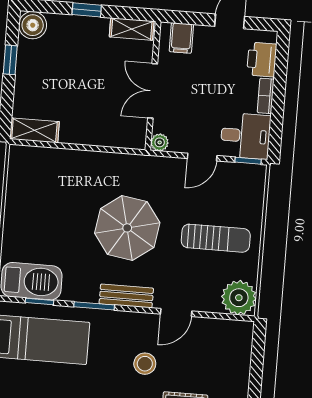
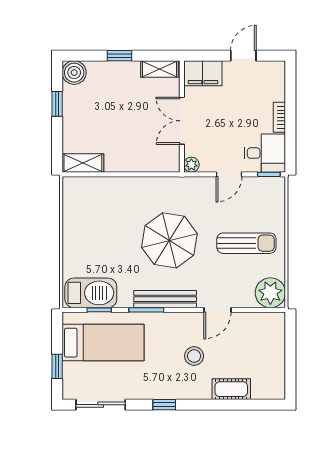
filing cabinet: (181, 38) -> (203, 73), width x2.00
printer: (262, 60) -> (274, 86), removed
bench: (126, 296) -> (165, 299), width x1.36

